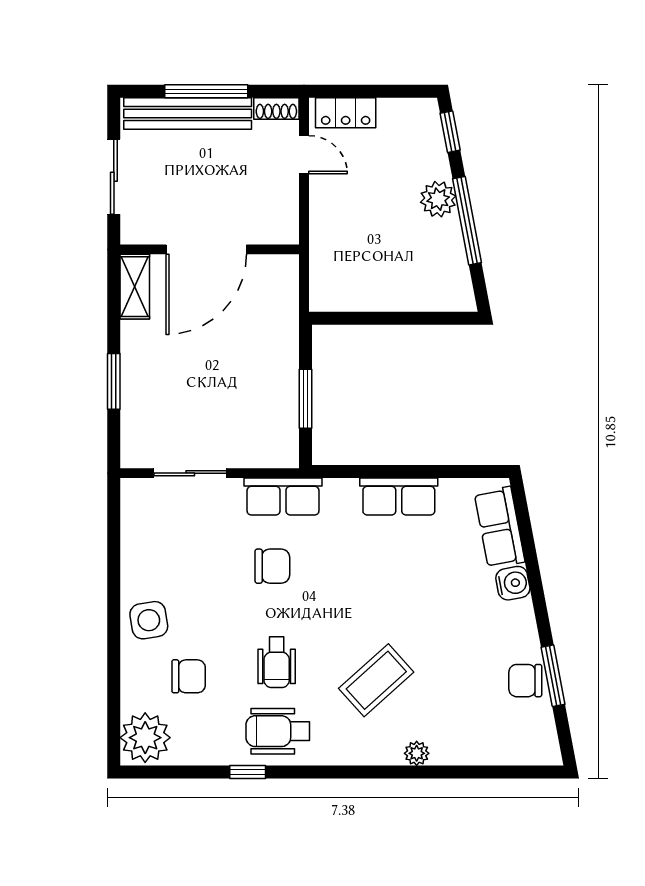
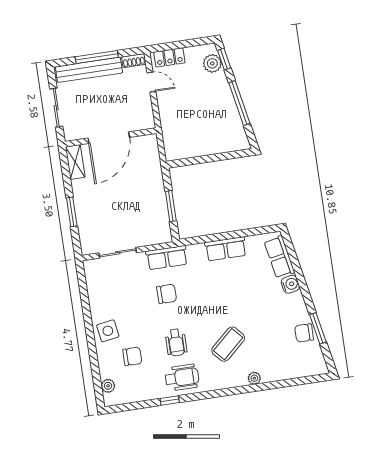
plant: (438, 199) -> (212, 63), moved
wheelchair: (278, 731) -> (182, 377), turned 180
plant: (145, 738) -> (108, 386), width x0.53, depth x0.53

